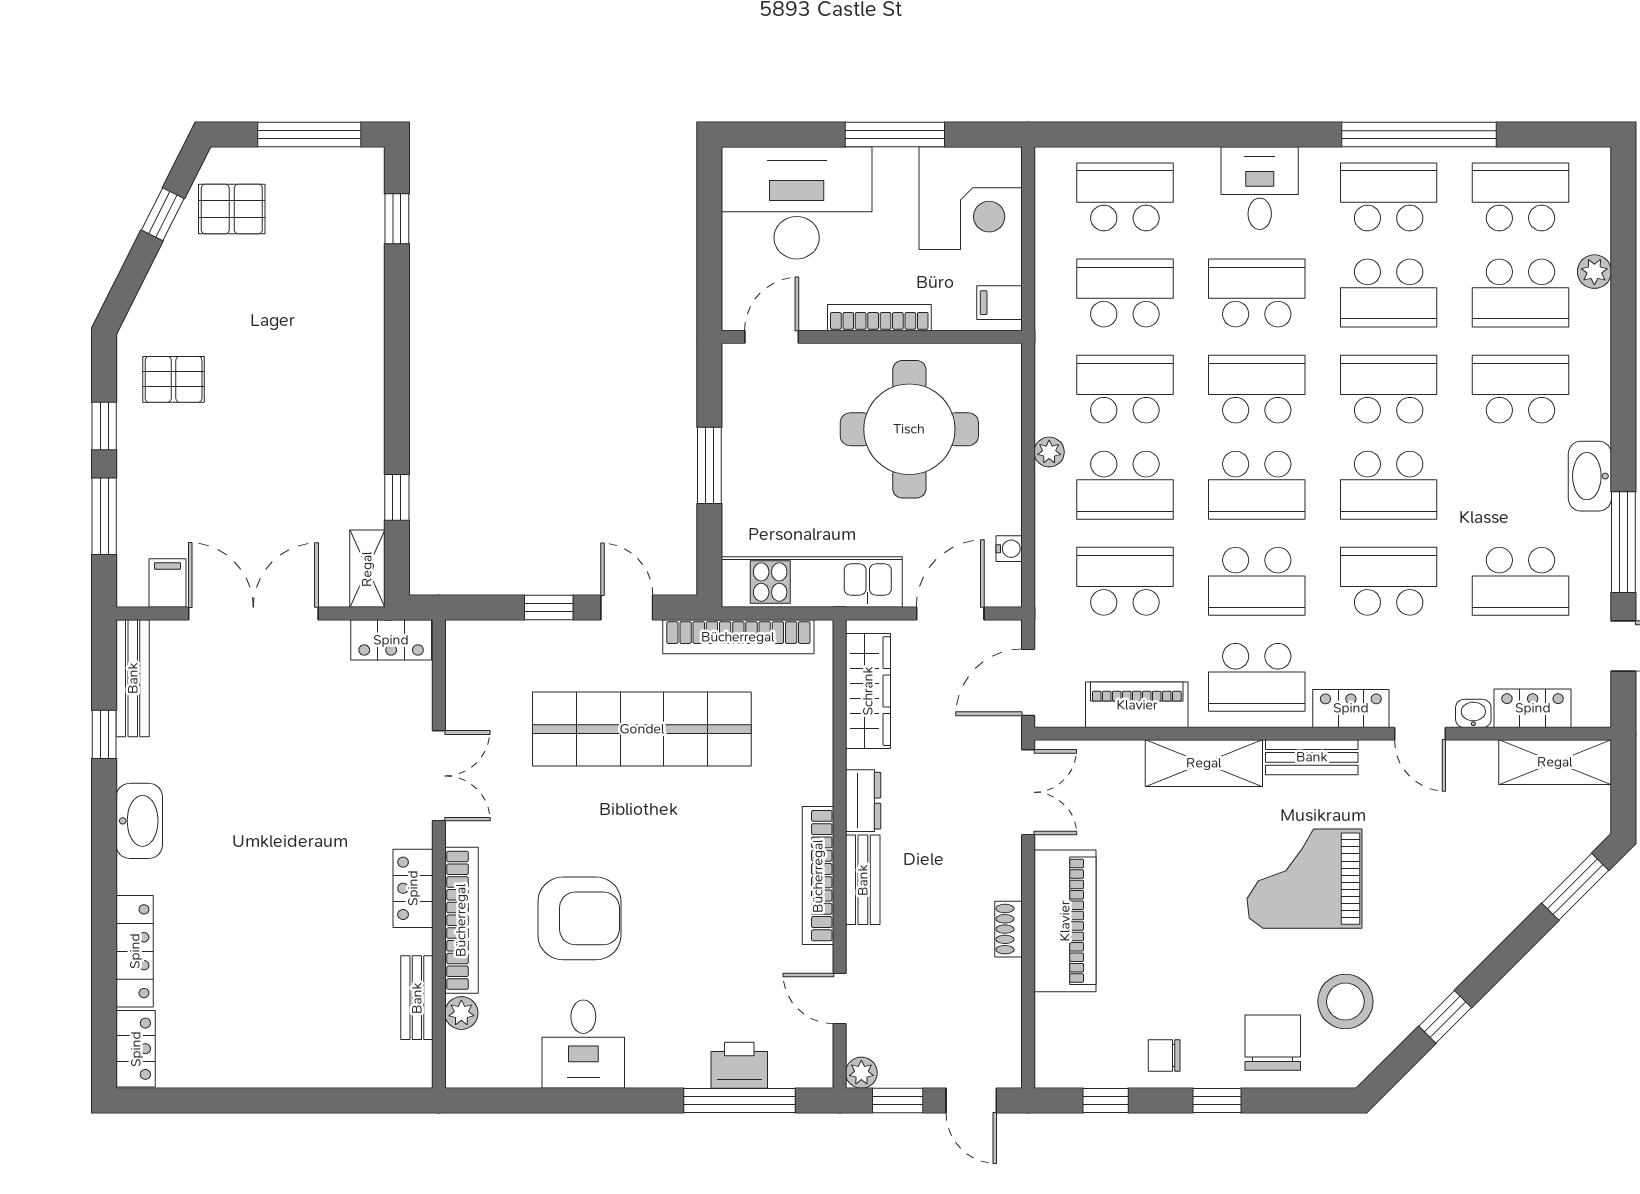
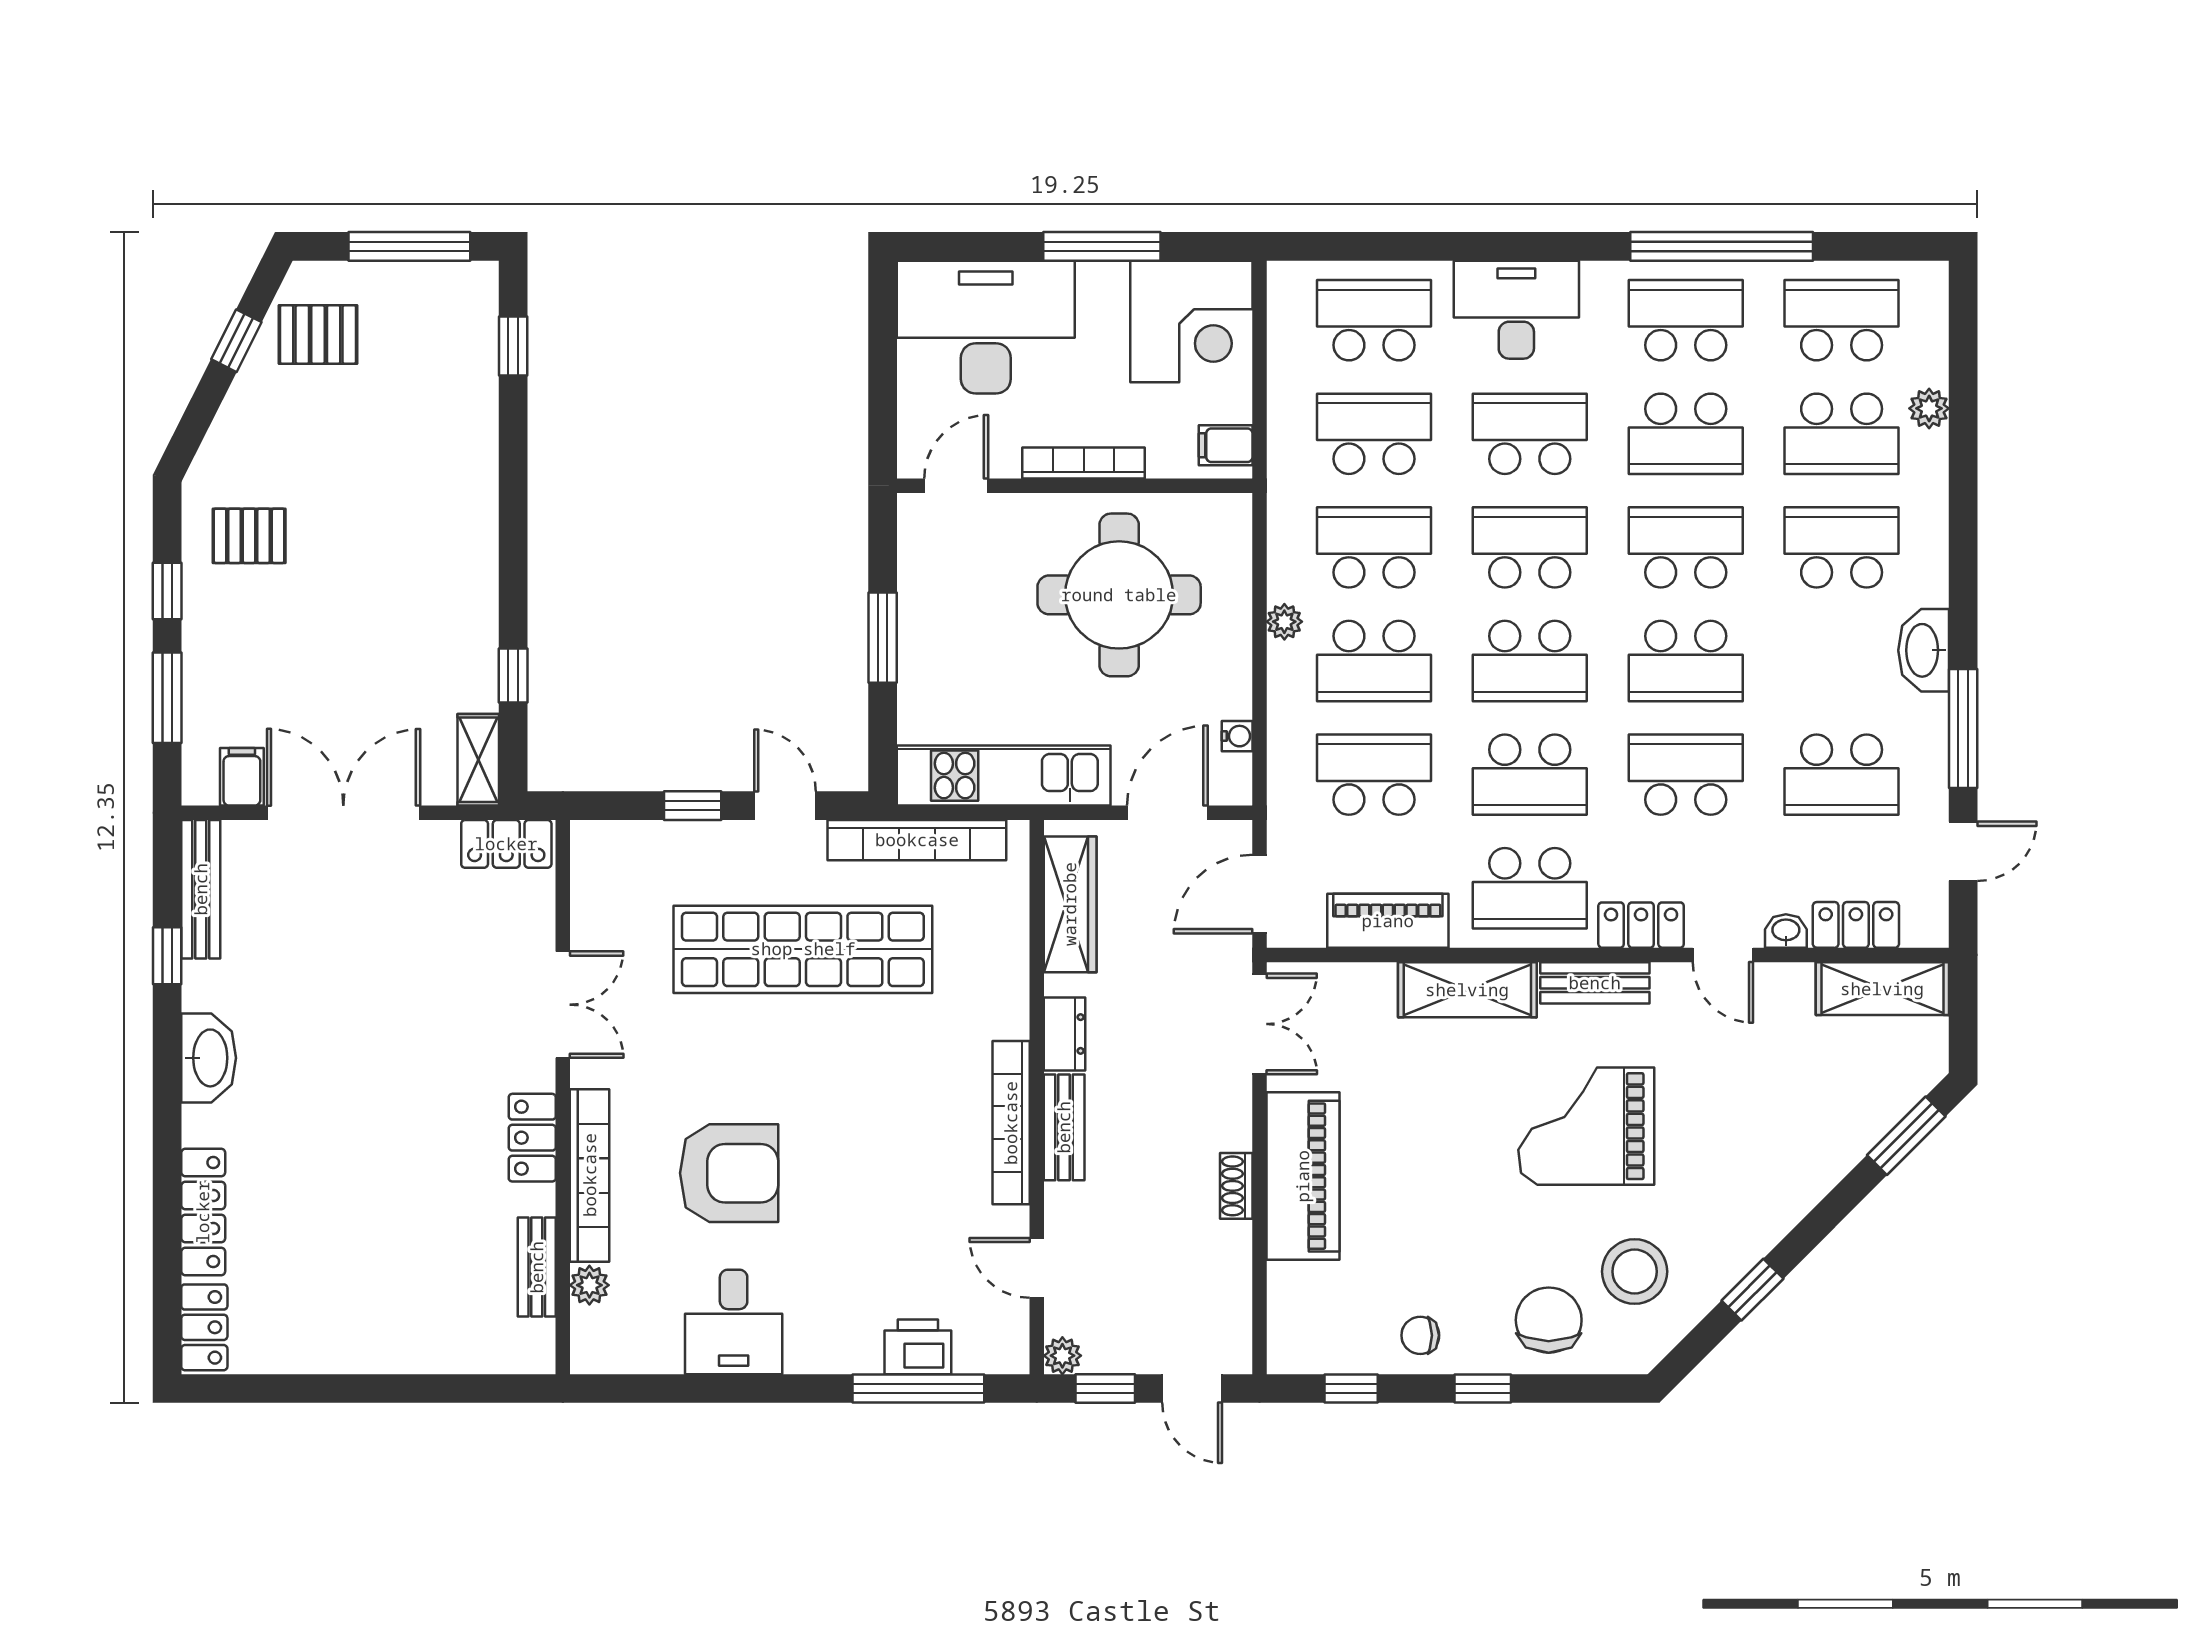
desk: (1260, 188) -> (1516, 310), width x1.37

